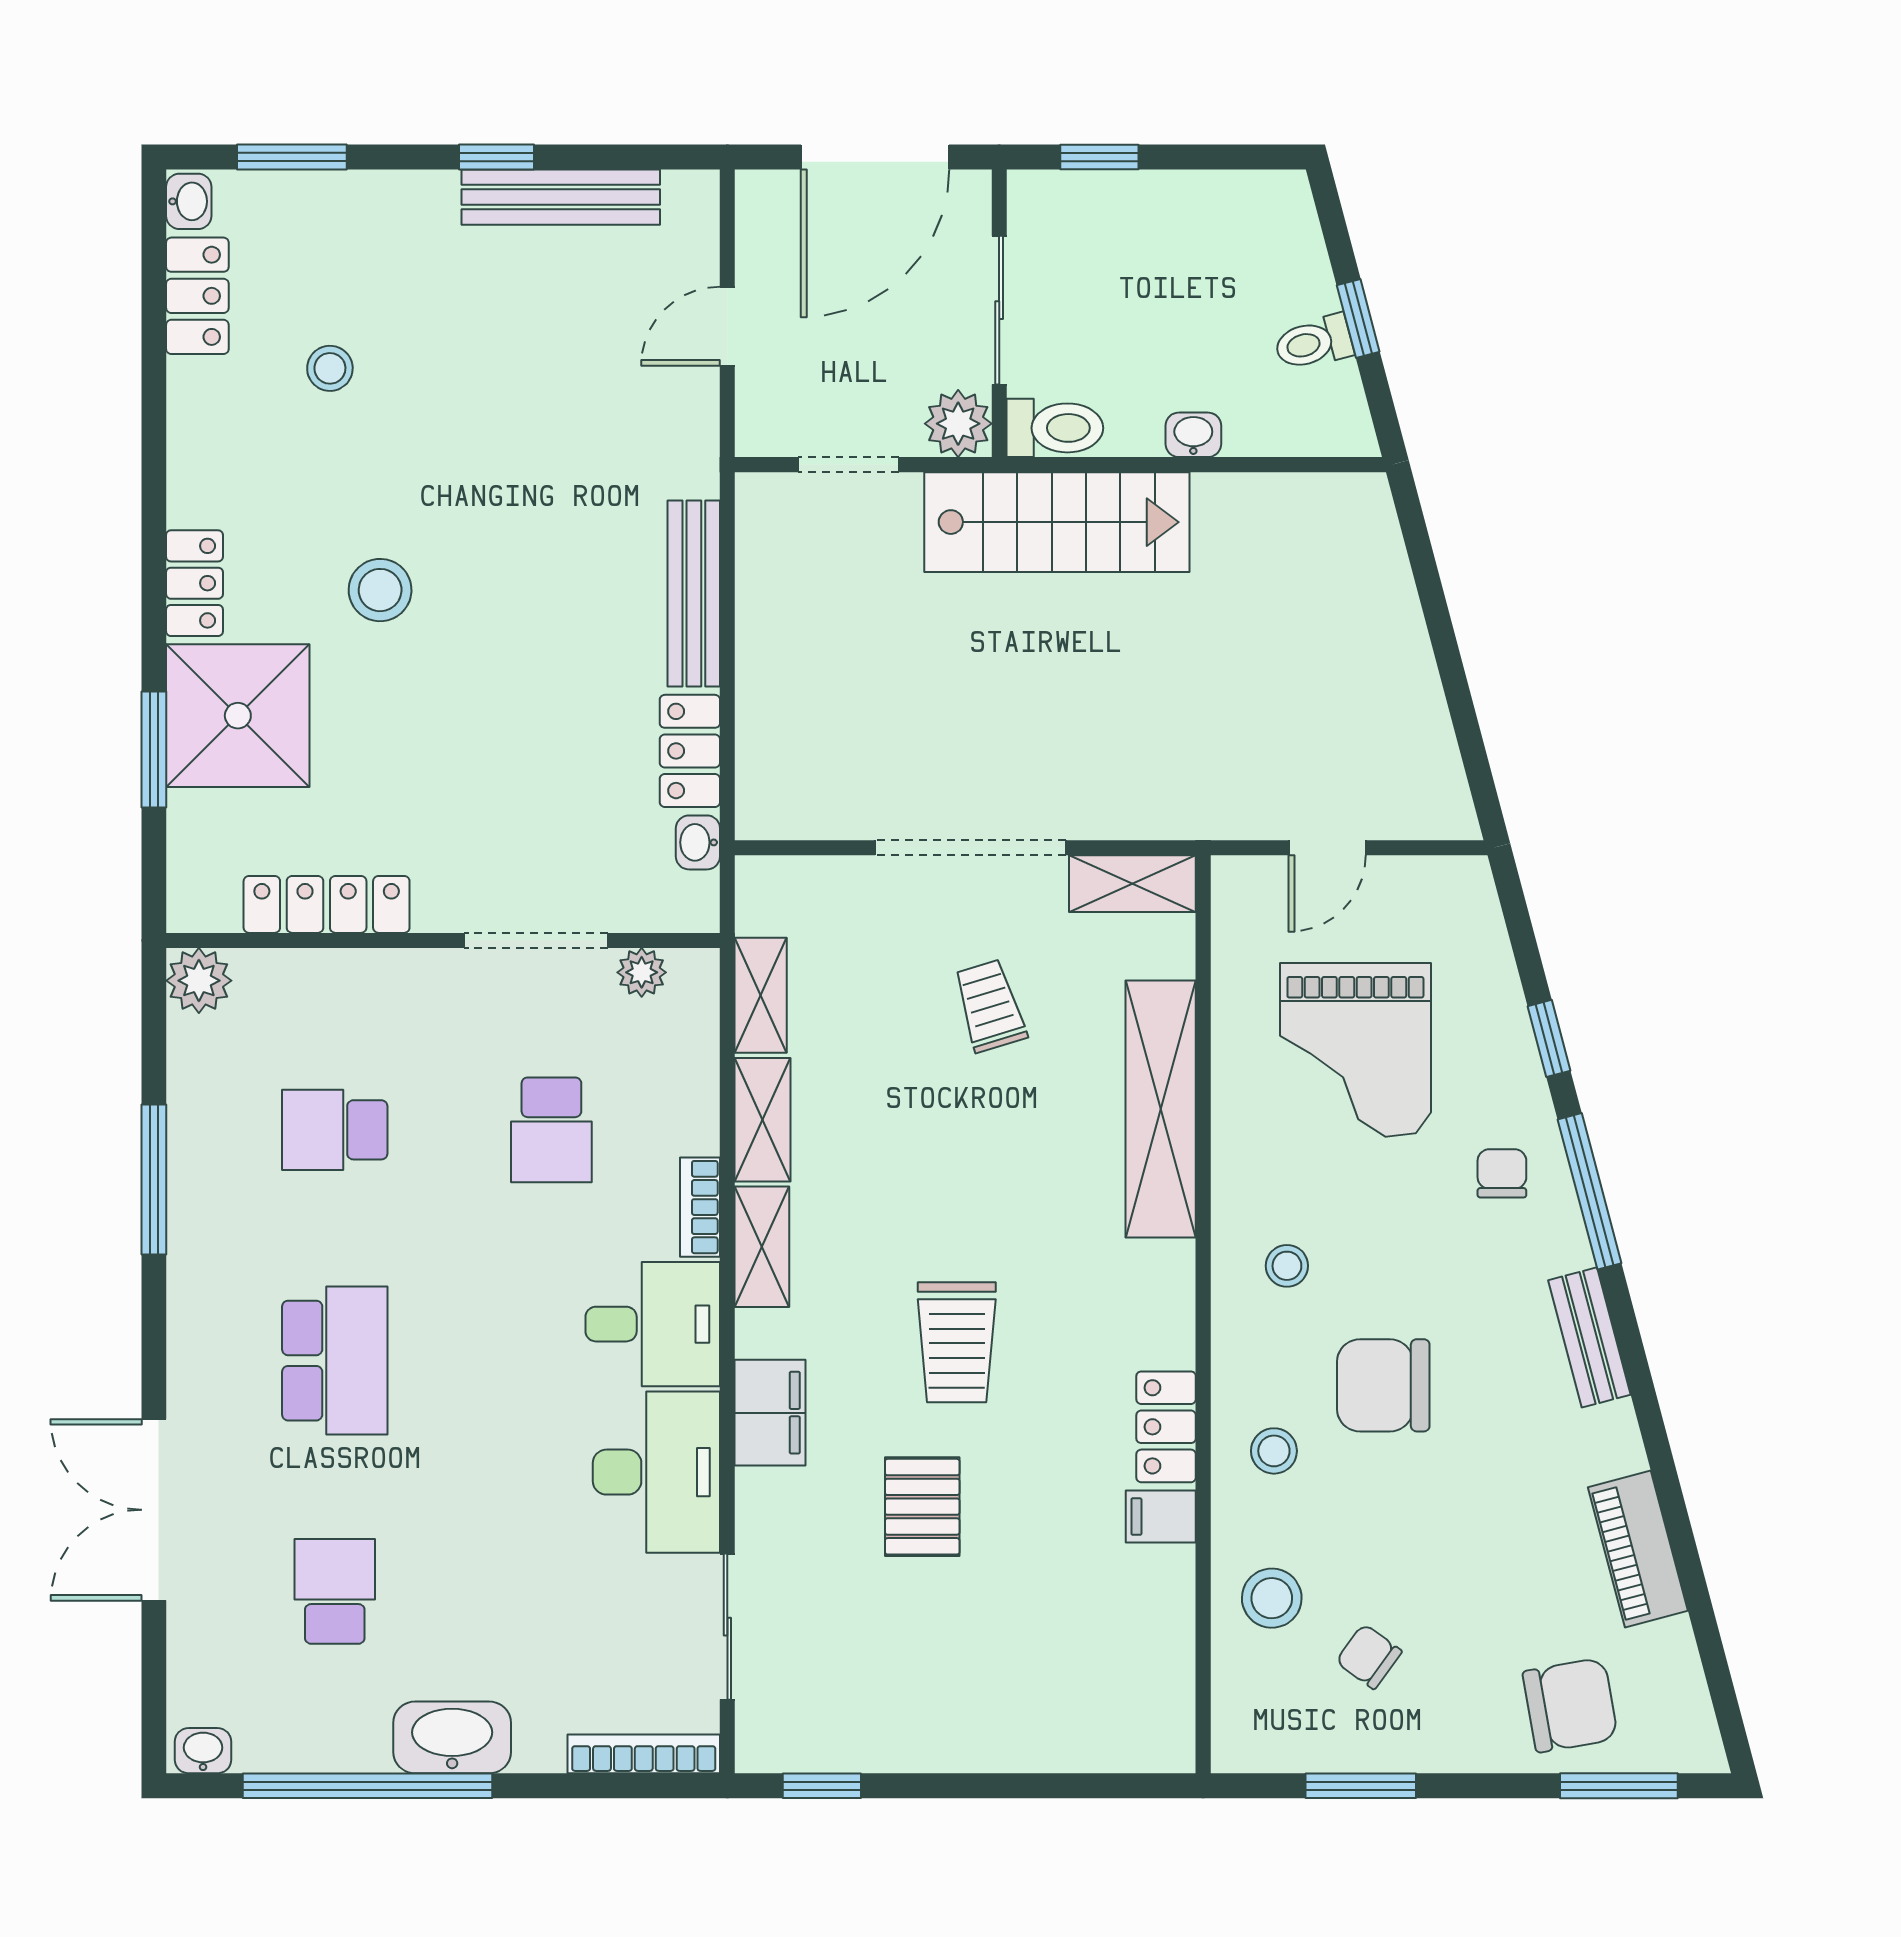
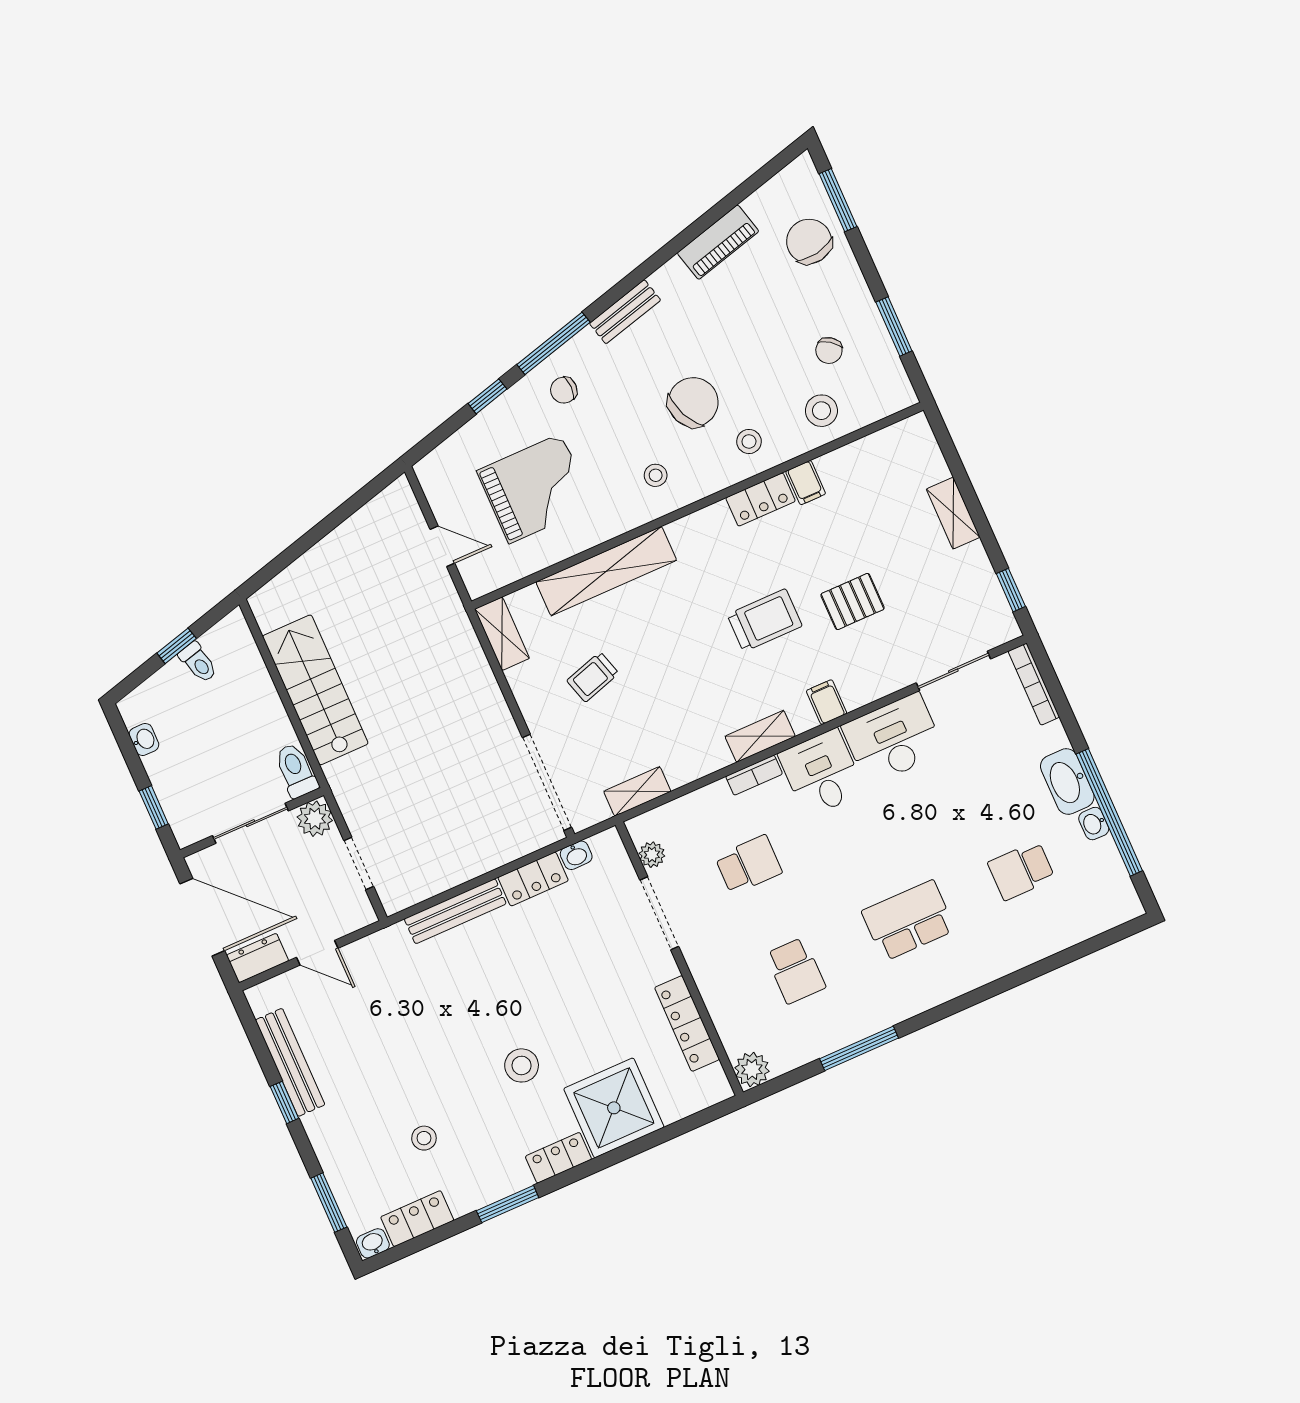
dresser: (764, 221) -> (258, 958), added
washbasin: (1193, 435) -> (144, 739), moved, turned 180
stairs: (1057, 522) -> (315, 690), moved
window: (154, 750) -> (508, 1204), moved
doorway: (971, 848) -> (547, 782), moved
shelving: (763, 1120) -> (953, 513), moved, turned 90
chair: (1383, 1385) -> (693, 402), turned -114
filing cabinet: (770, 1413) -> (827, 702), width x0.50
double door: (154, 1510) -> (1021, 977), removed
washbasin: (203, 1751) -> (1094, 824), moved

